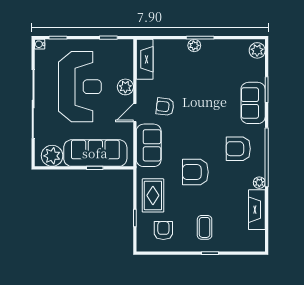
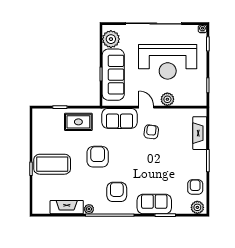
plant: (194, 45) -> (201, 156), removed
fireplace: (145, 59) -> (200, 133), moved, turned 90
coffee table: (205, 227) -> (52, 164), width x1.86, depth x1.72
armchair: (163, 231) -> (195, 187), moved, turned -90

